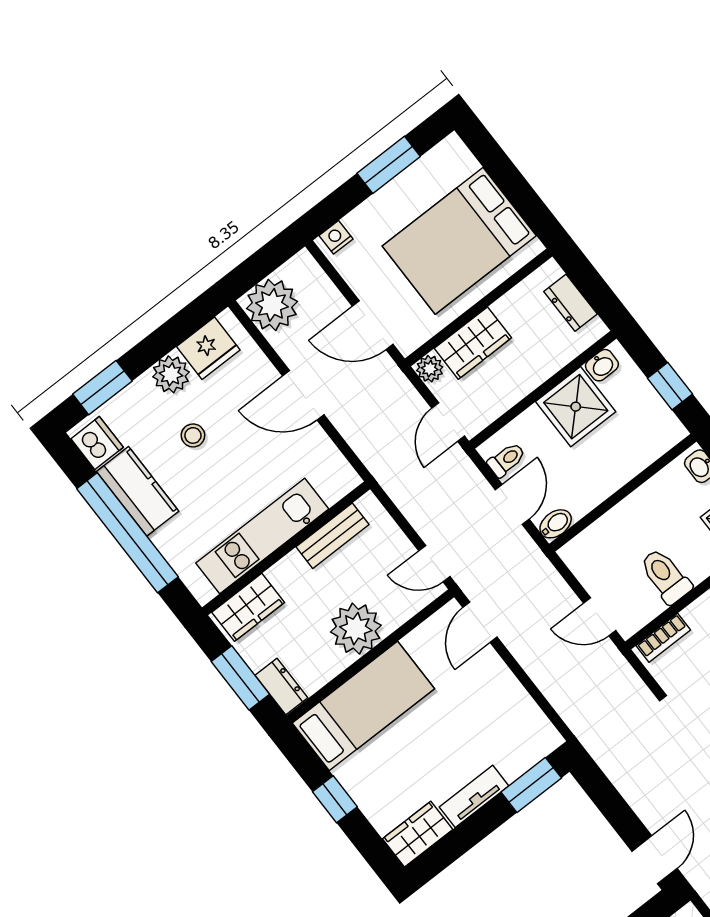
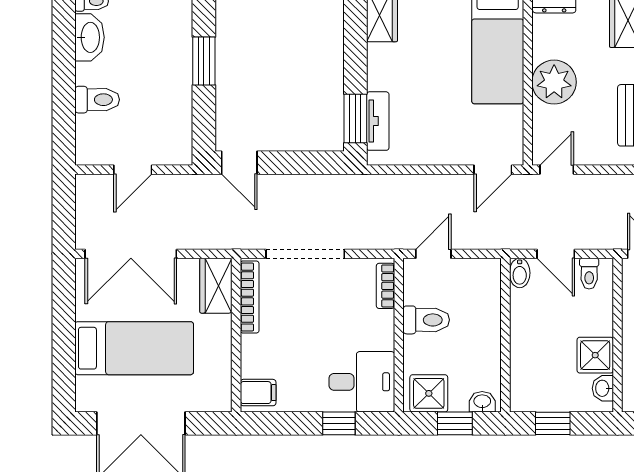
shower: (576, 407) -> (595, 355), width x0.73, depth x0.73
door: (480, 622) -> (493, 170), swing flipped
tv unit: (474, 796) -> (378, 121), moved

